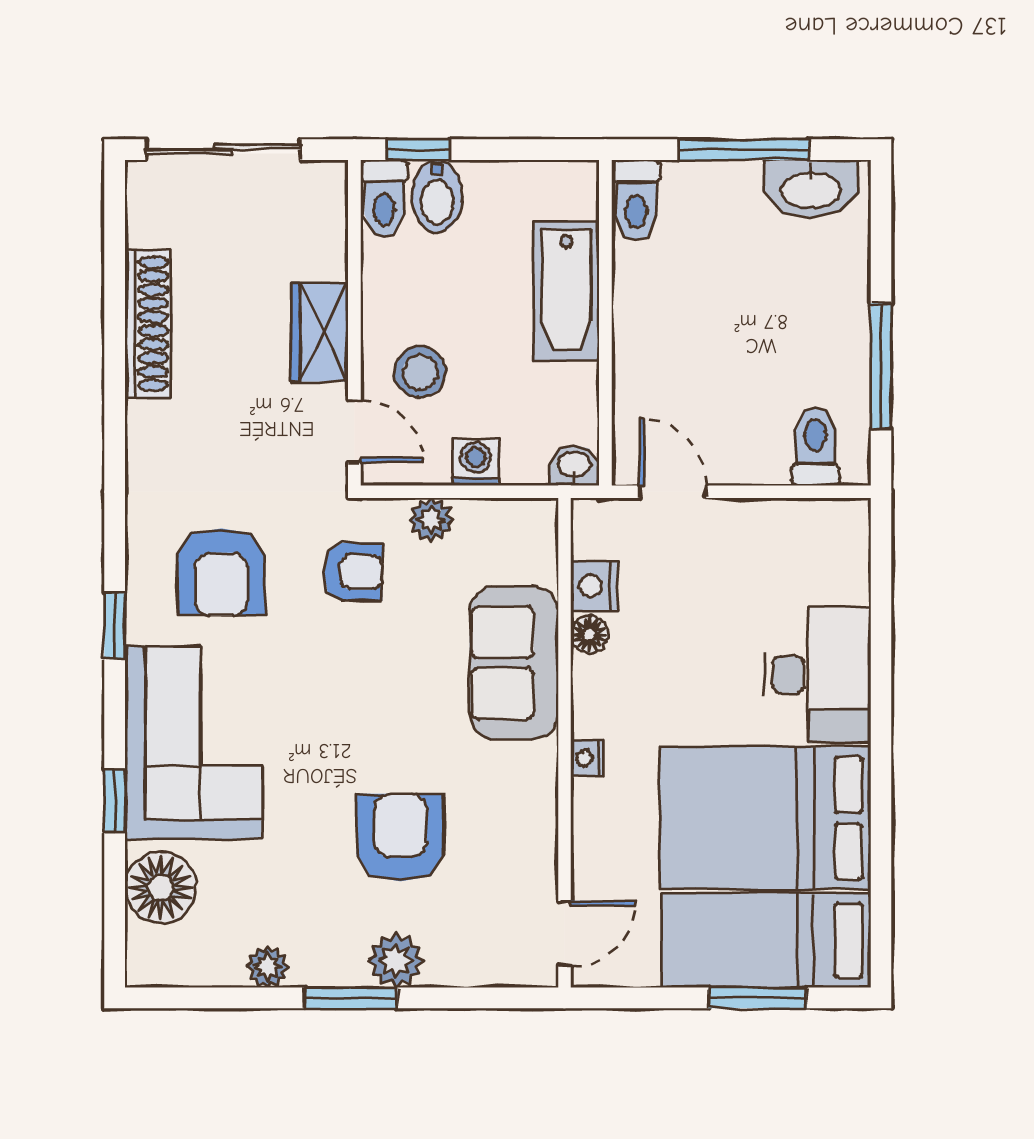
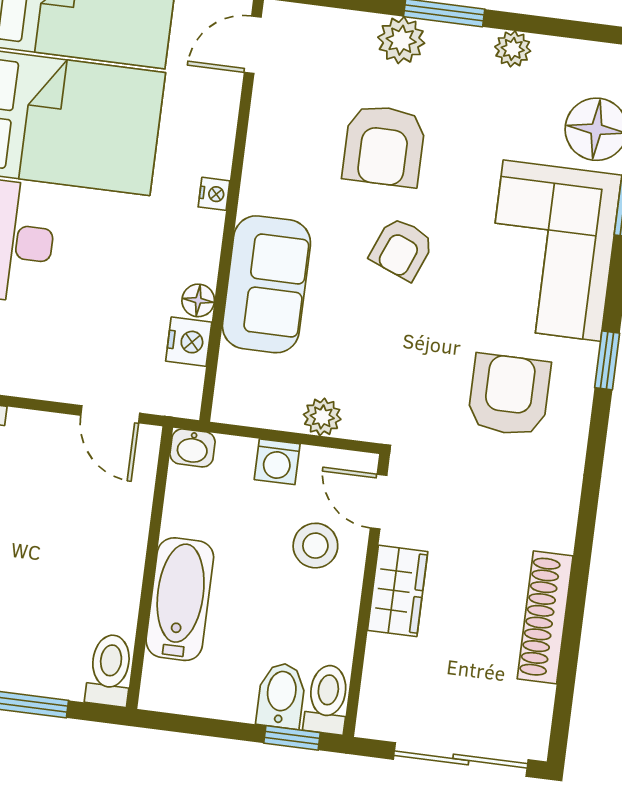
armchair: (353, 572) -> (402, 249), moved, turned -68

